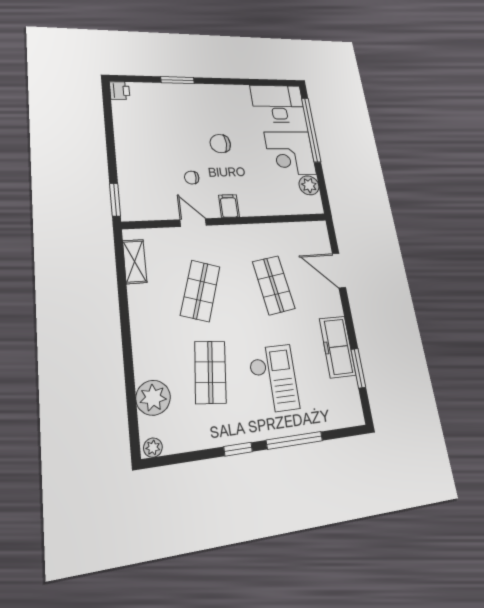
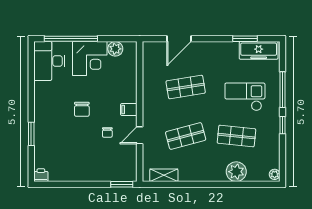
shop shelf: (200, 291) -> (186, 136), turned -33
freezer: (337, 347) -> (259, 50), moved
plant: (153, 398) -> (236, 172), moved

